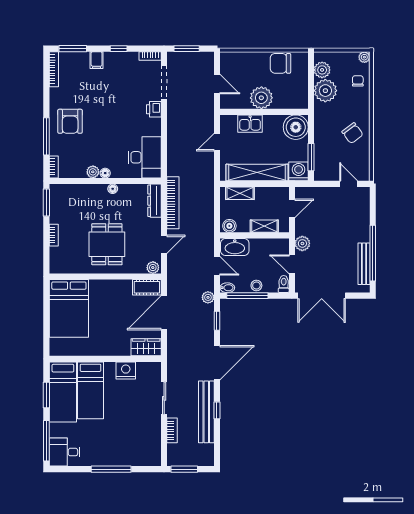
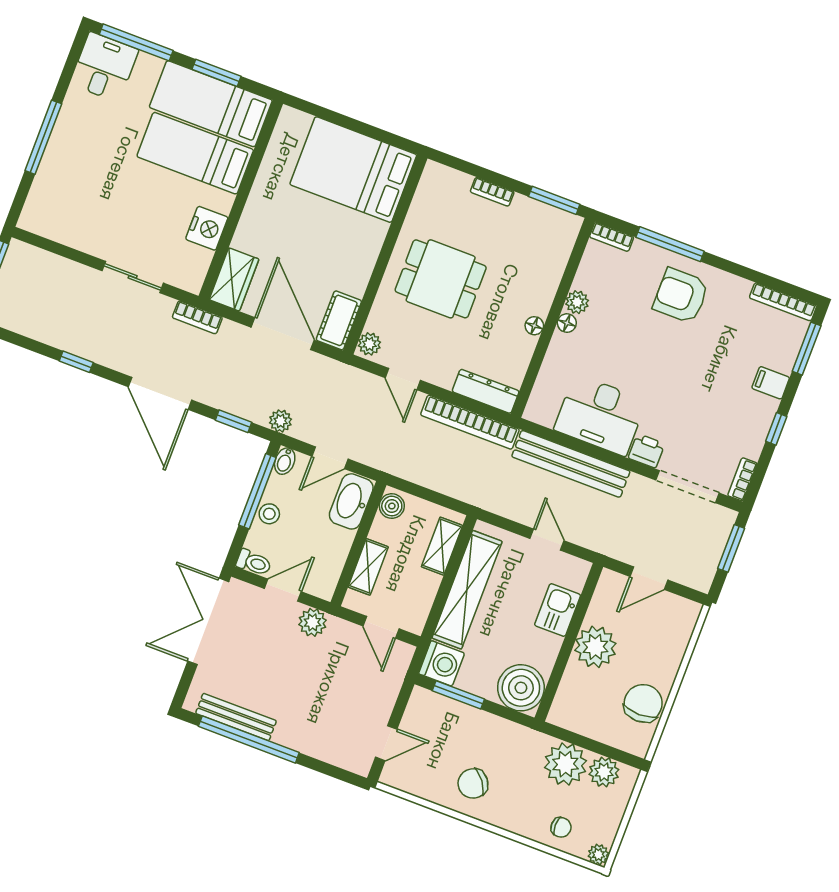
desk: (145, 157) -> (600, 415), moved
bench: (206, 412) -> (571, 464), moved
bookcase: (172, 430) -> (197, 317), moved

